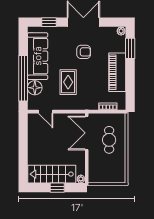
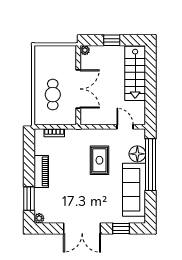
armchair: (84, 52) -> (82, 195), removed
piano: (117, 72) -> (41, 171), width x0.73, depth x0.75
double door: (87, 133) -> (78, 89), moved
stairs: (52, 174) -> (135, 73), moved, turned 90

